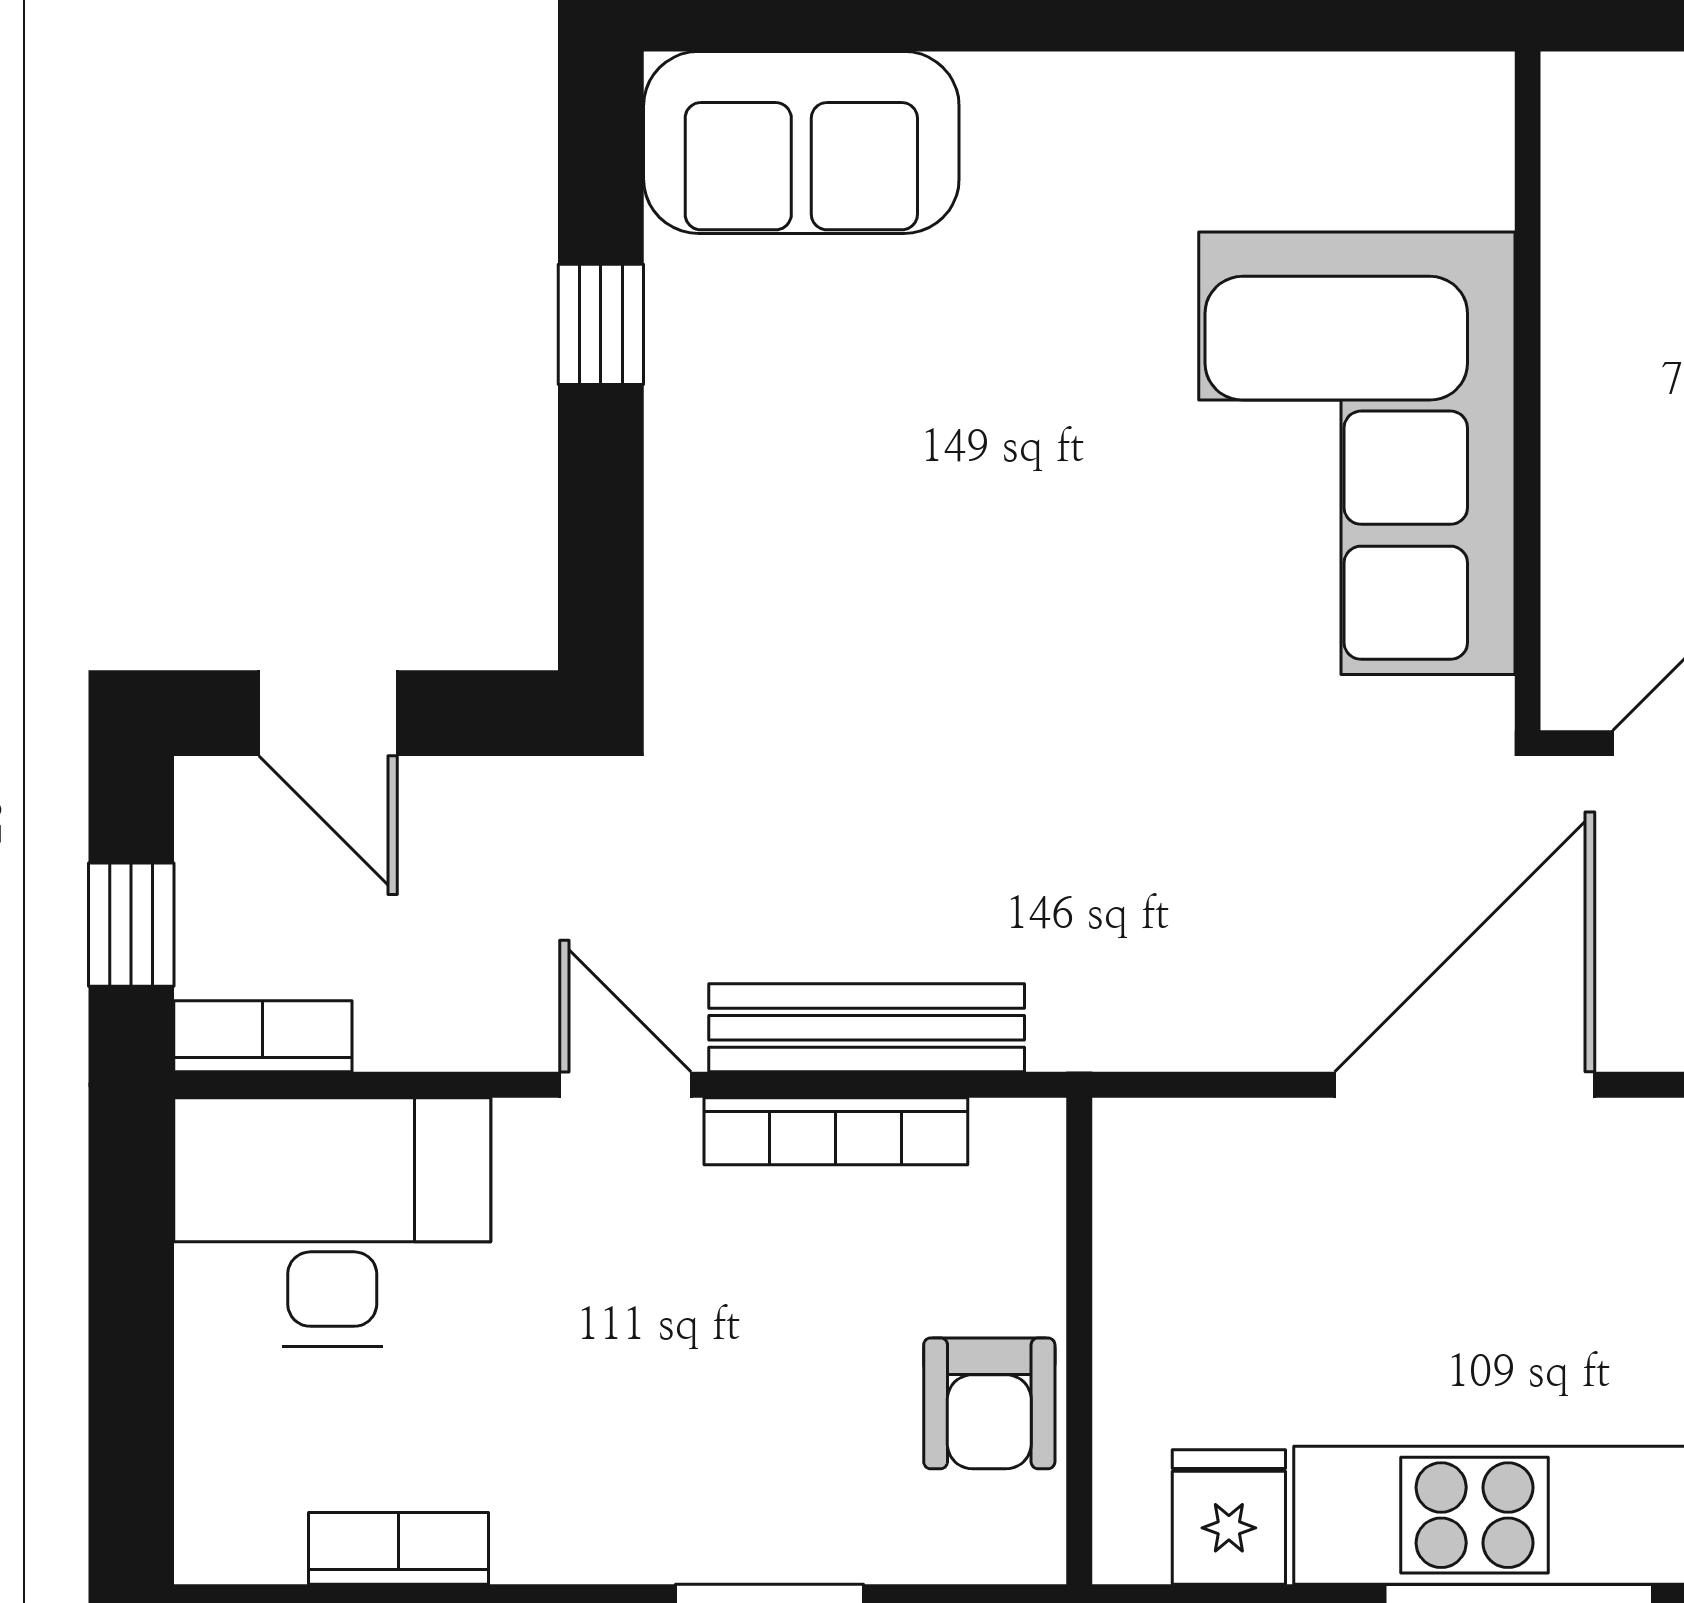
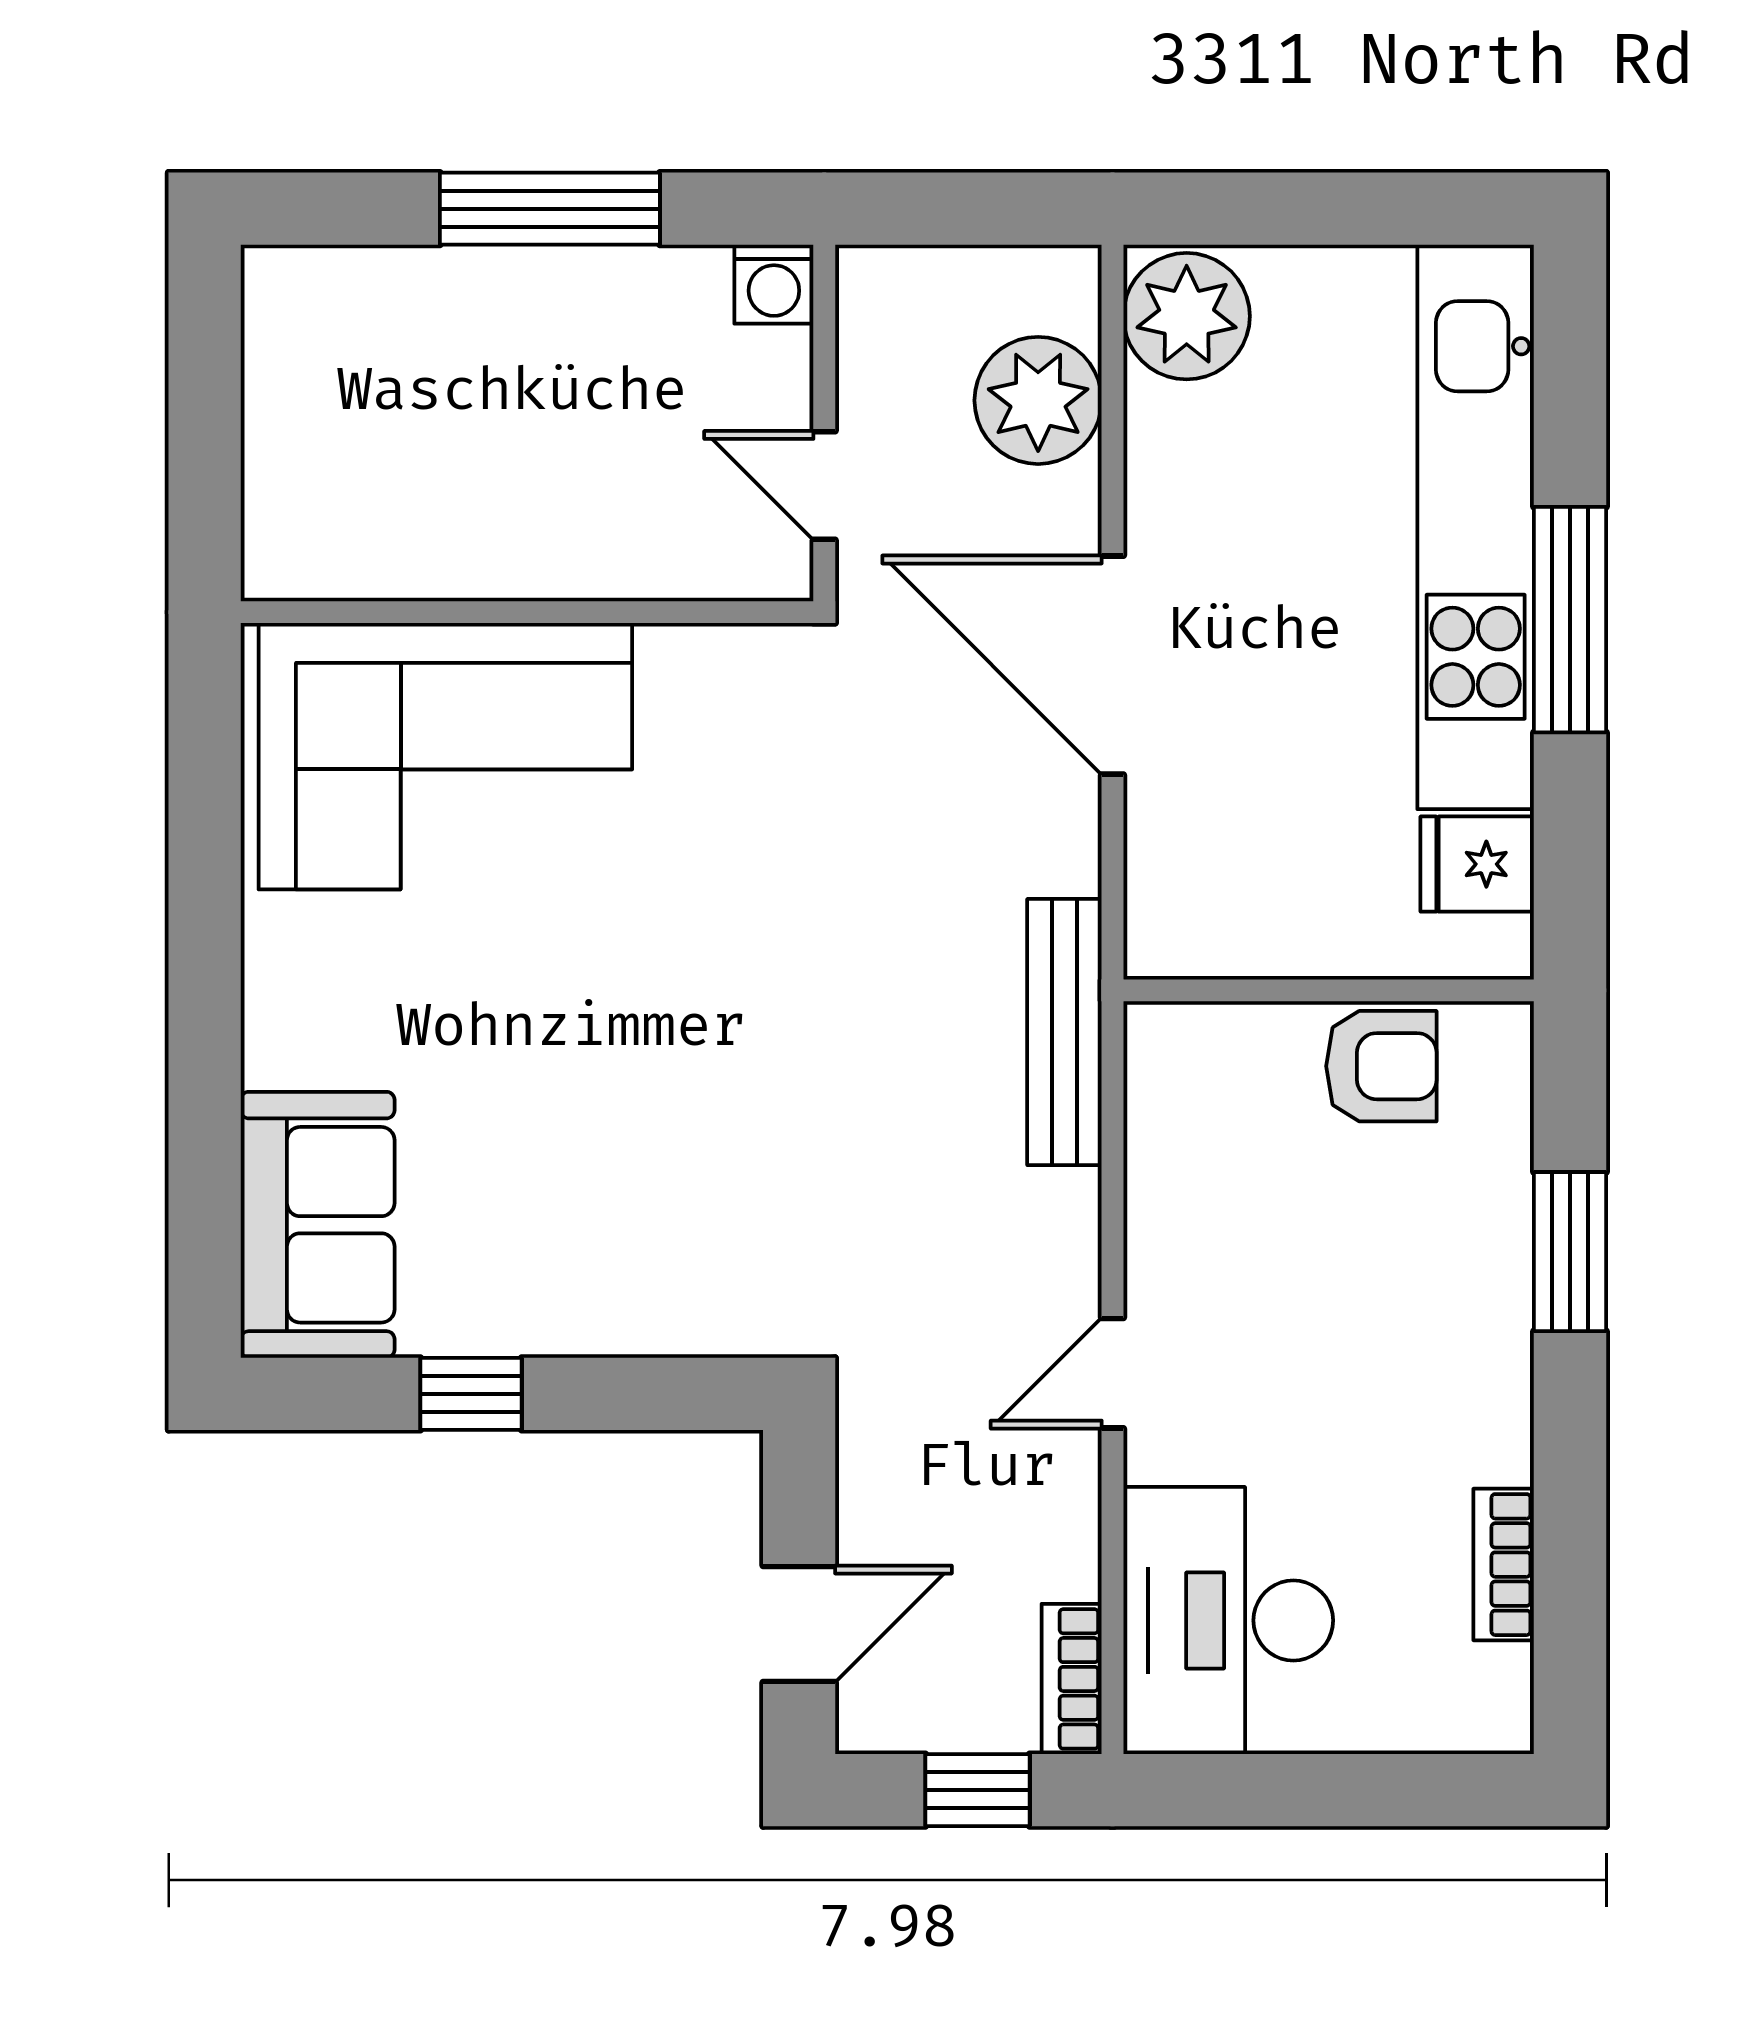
corner sofa: (1357, 453) -> (445, 756), moved
bench: (867, 1028) -> (1064, 1032), moved
bookcase: (836, 1131) -> (1152, 1196), removed

